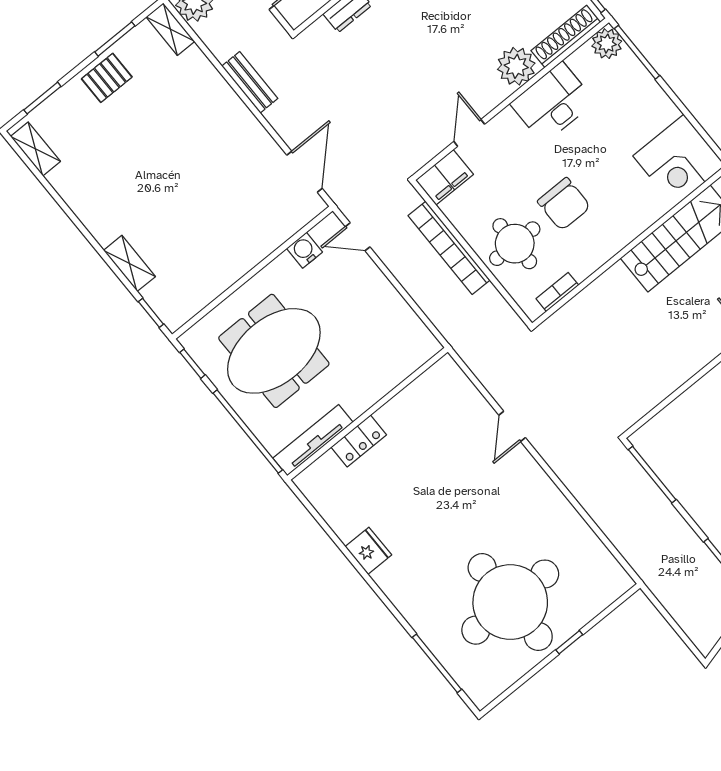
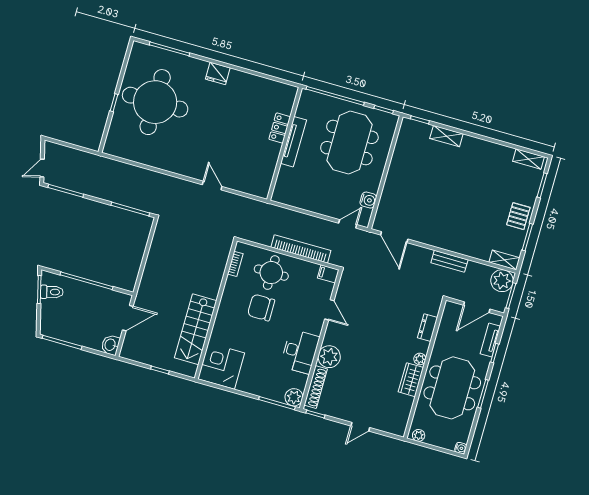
filing cabinet: (444, 177) -> (328, 274), width x0.50
tv unit: (313, 440) -> (294, 142), moved
fridge: (368, 551) -> (218, 73), moved

